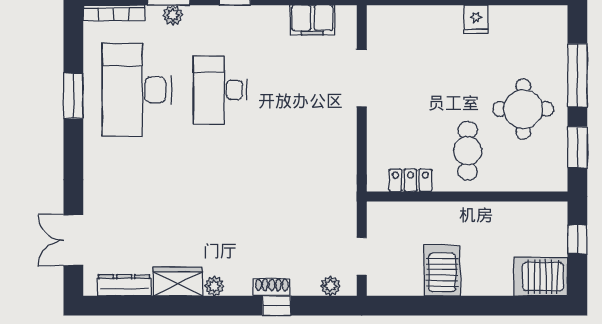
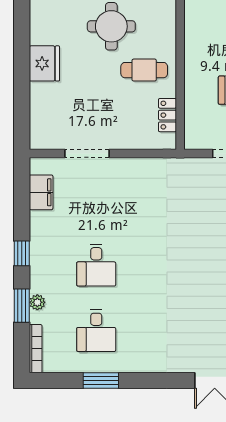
fridge: (476, 19) -> (44, 63), width x1.88, depth x1.34
desk: (137, 90) -> (96, 331), width x0.53, depth x0.77
desk: (220, 90) -> (96, 265), width x0.73

